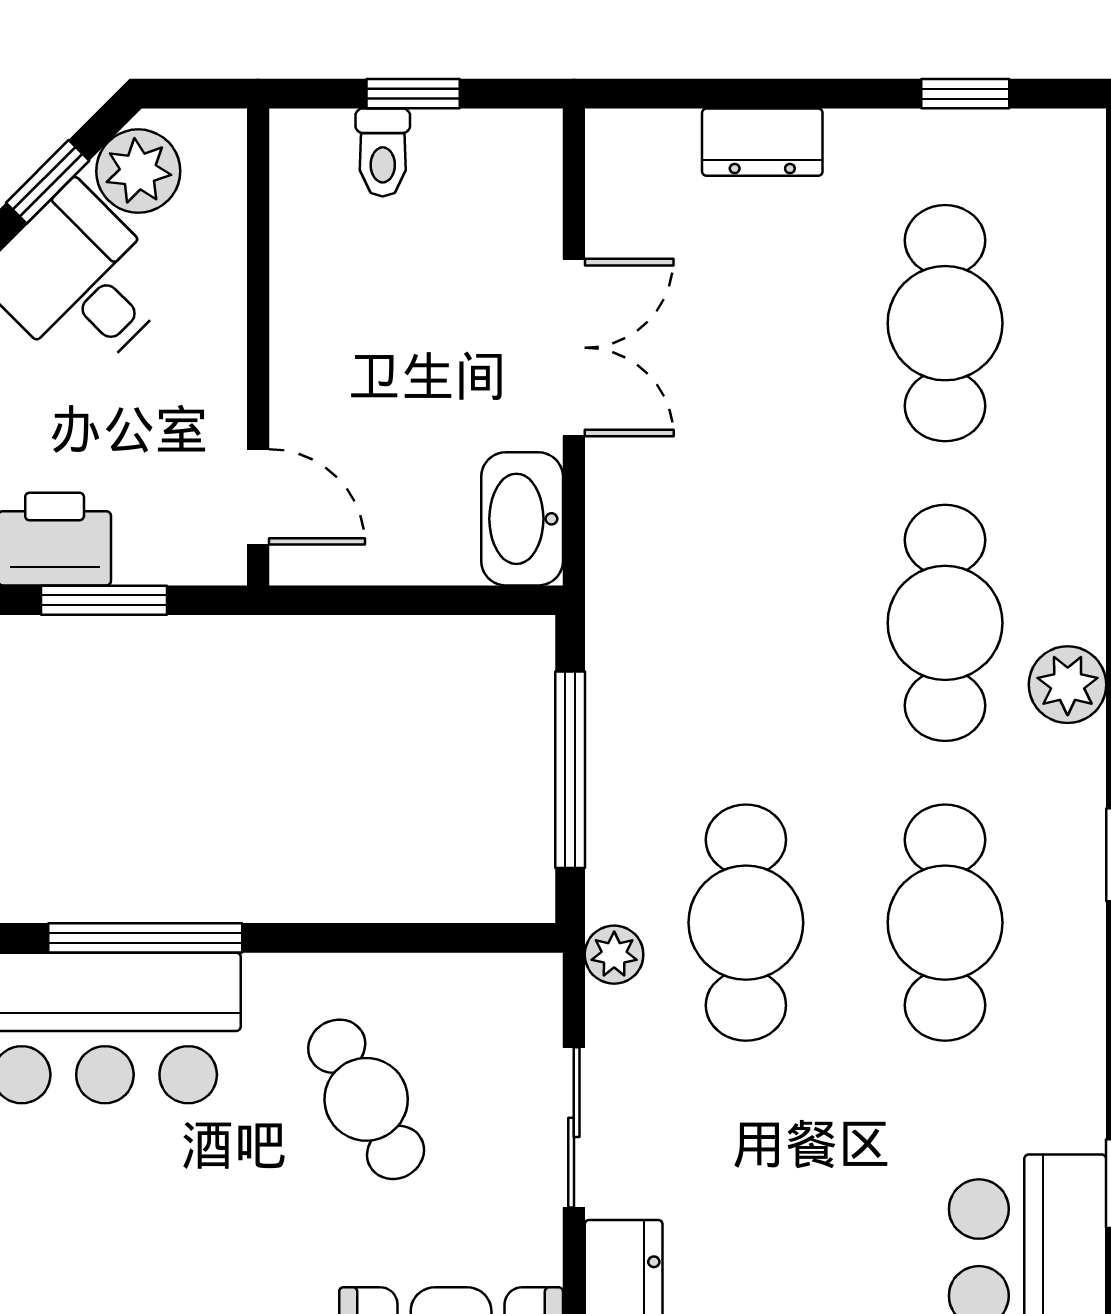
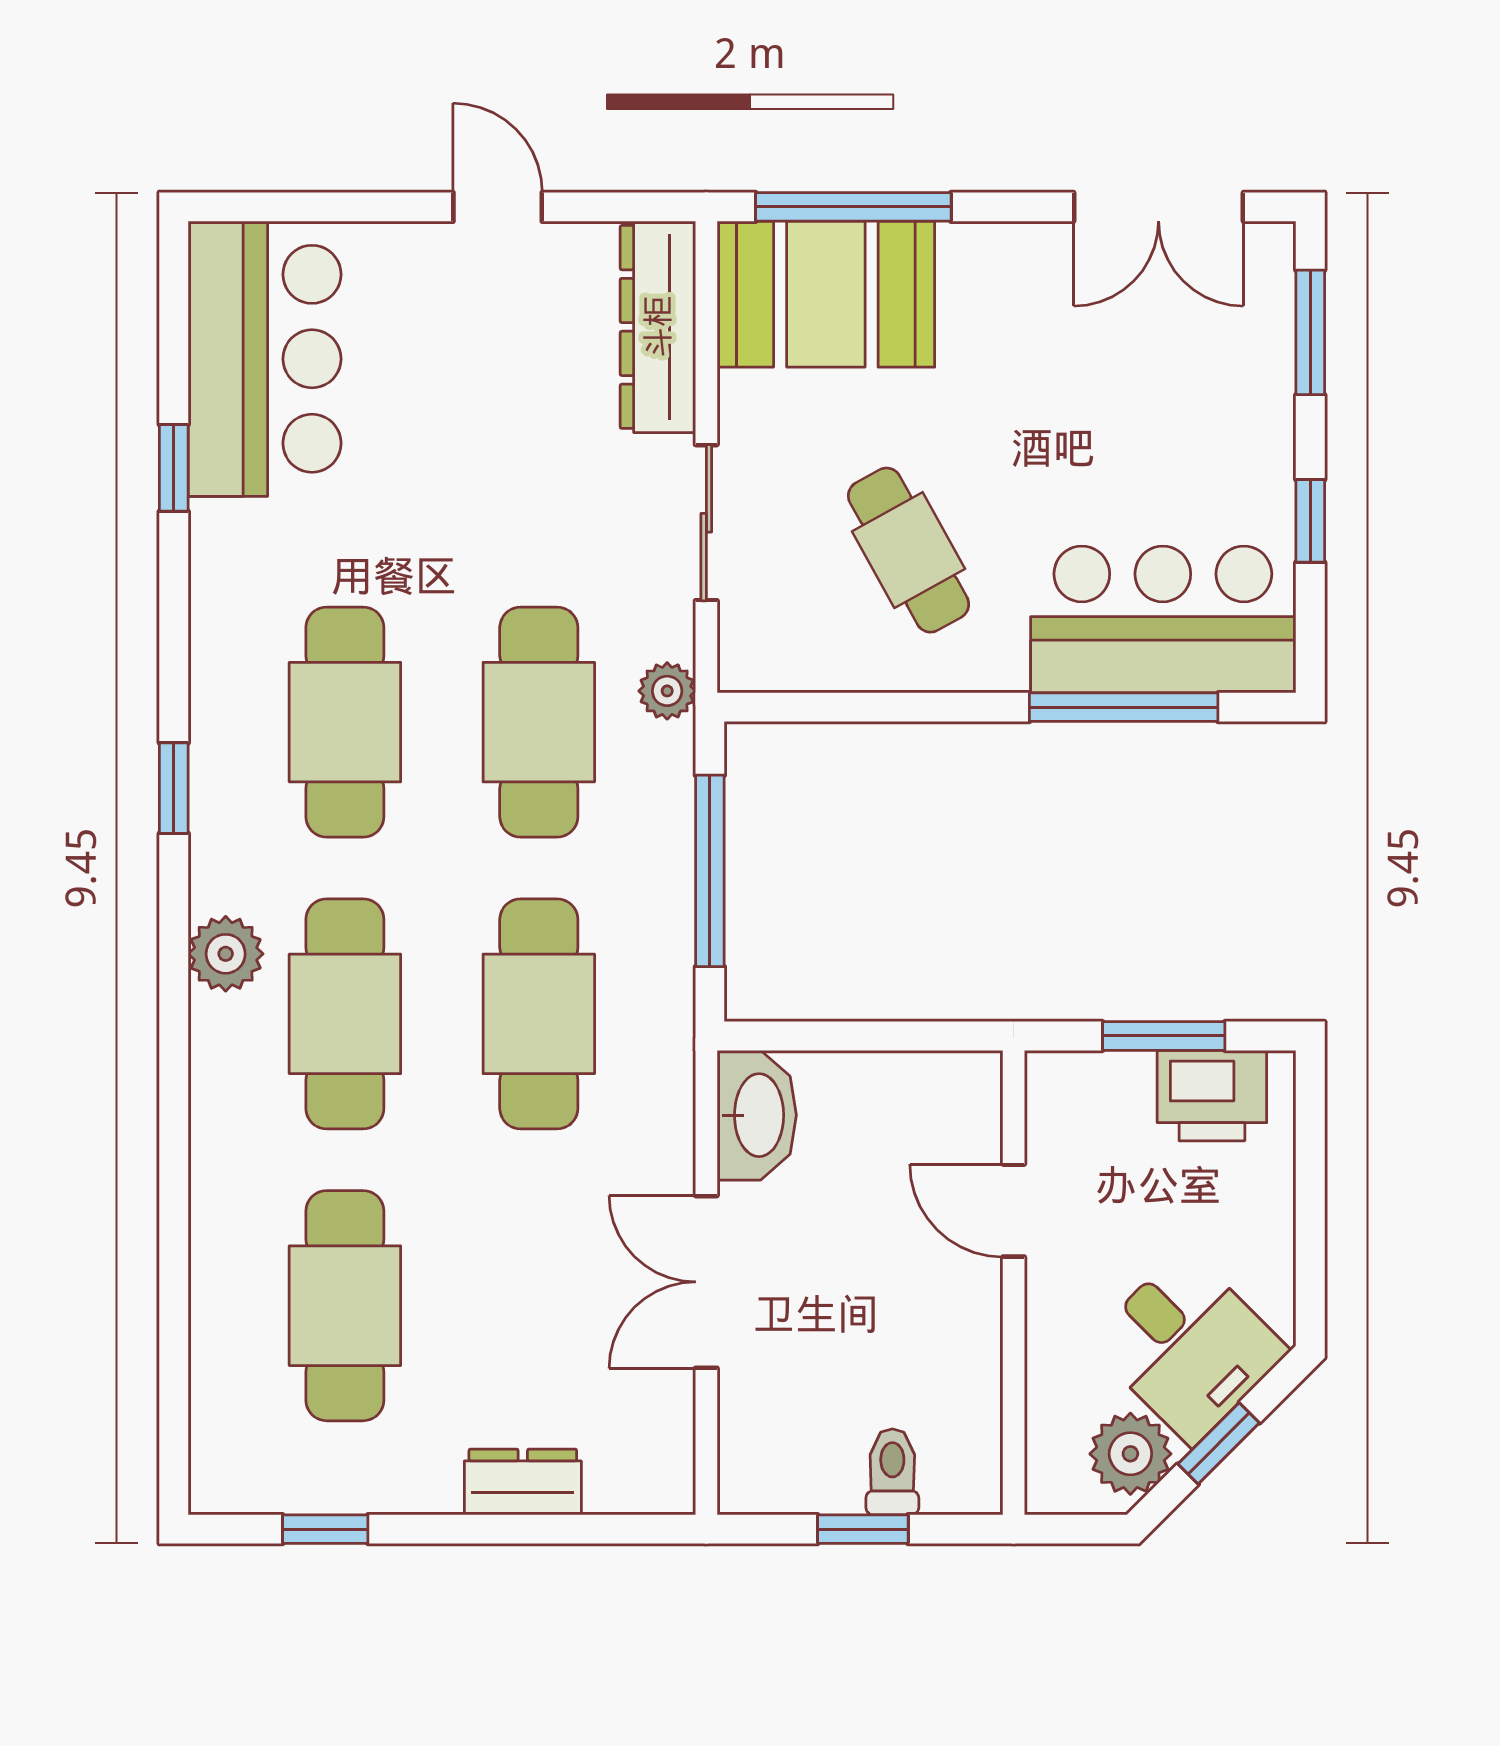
door: (258, 497) -> (1014, 1211), moved
cafe table: (746, 623) -> (539, 1014), added

